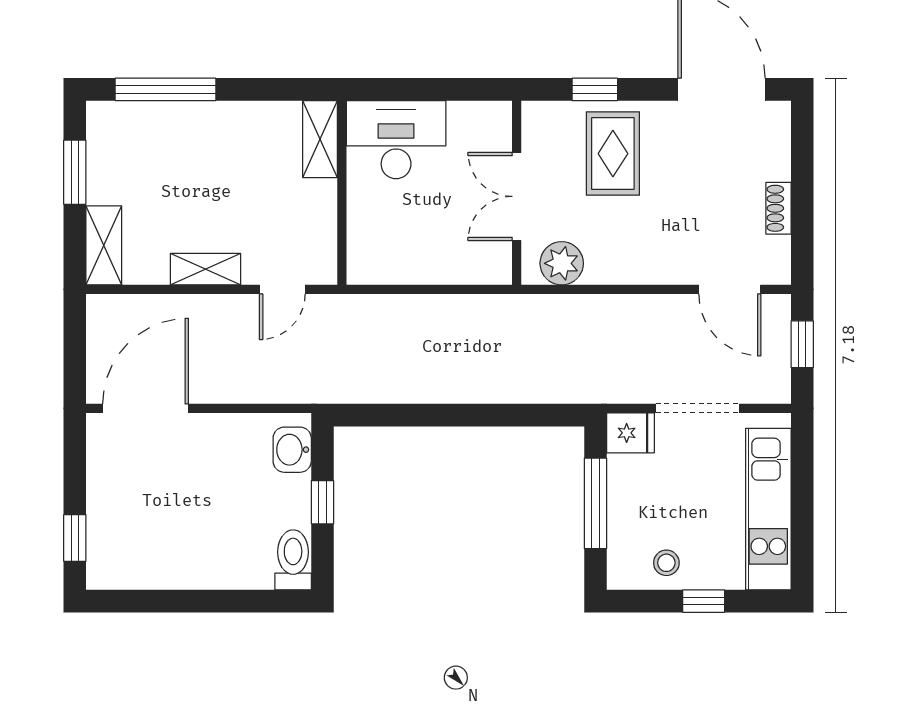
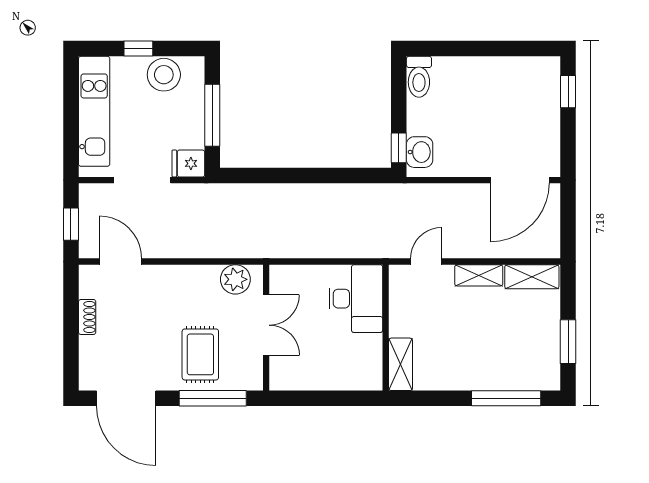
window: (595, 89) -> (213, 398), width x2.17
desk: (396, 140) -> (356, 299), moved, turned -90
shelving: (104, 245) -> (532, 277), moved, turned 90
window: (322, 502) -> (399, 148), moved
stool: (666, 563) -> (164, 75), width x1.89, depth x1.89

